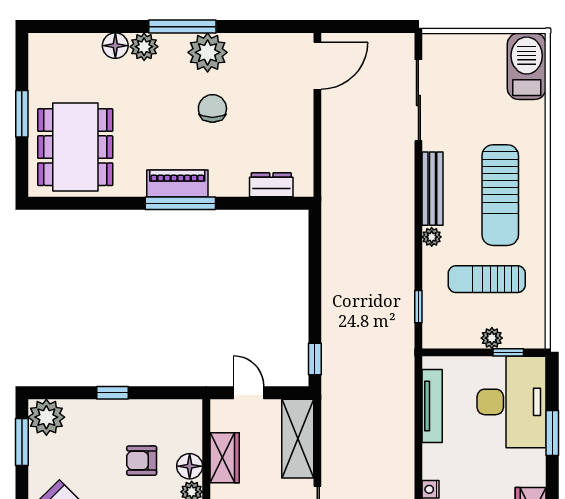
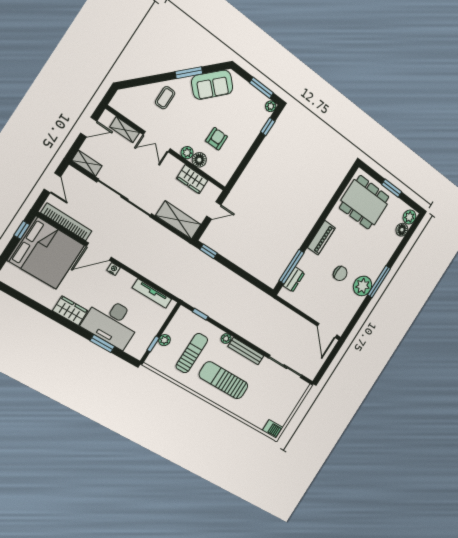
floor lamp: (115, 46) -> (402, 230), moved
plant: (144, 47) -> (409, 217), moved
barbecue: (527, 66) -> (273, 429), width x0.53, depth x0.65
window: (180, 203) -> (292, 267), moved
window: (113, 393) -> (268, 127), moved
desk: (512, 402) -> (112, 322), moved
plant: (46, 417) -> (271, 106), width x0.53, depth x0.53

